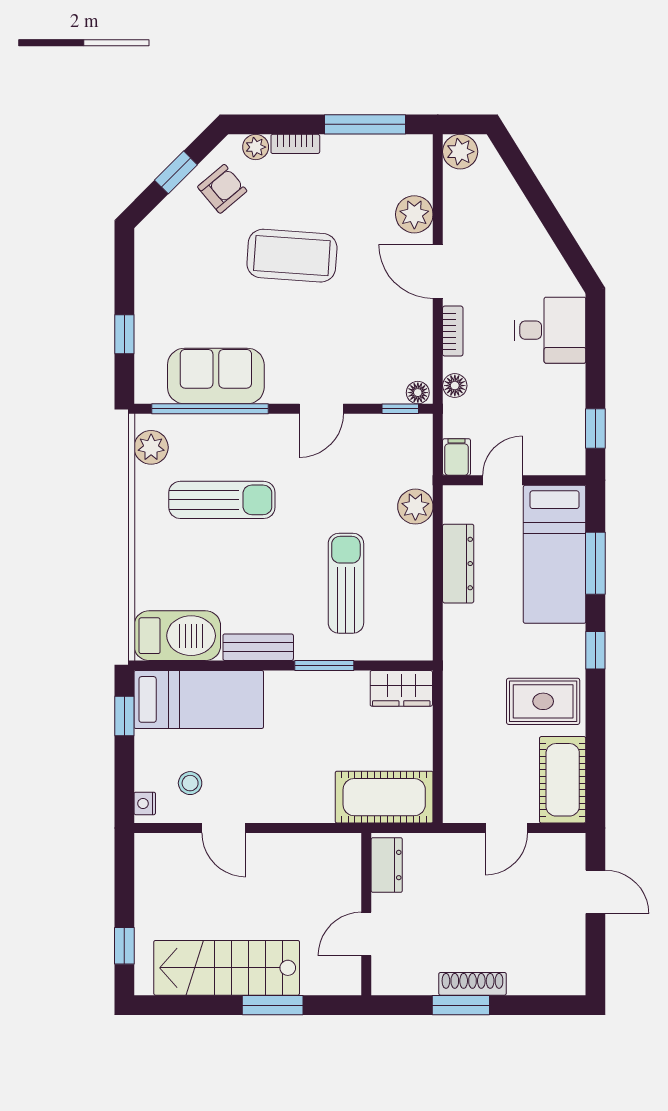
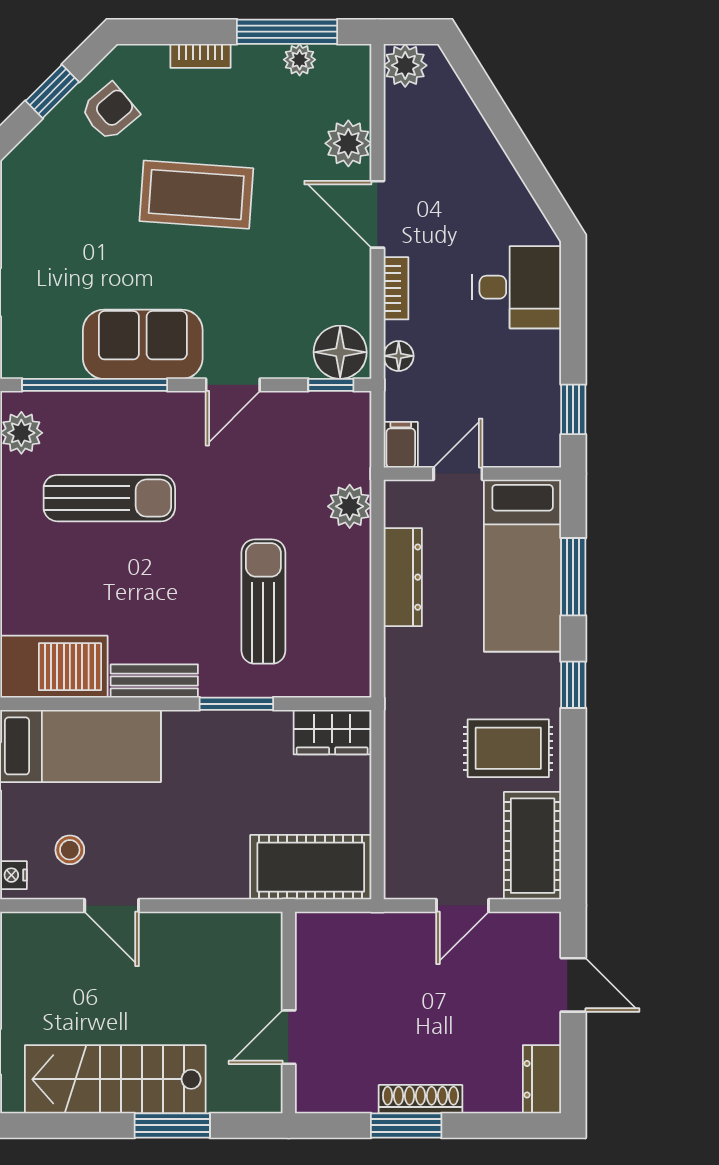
plant: (256, 147) -> (300, 60), moved
sofa: (216, 376) -> (143, 344), moved
floor lamp: (418, 393) -> (340, 352), width x1.89, depth x1.89
dresser: (387, 865) -> (542, 1079), moved, turned 180

